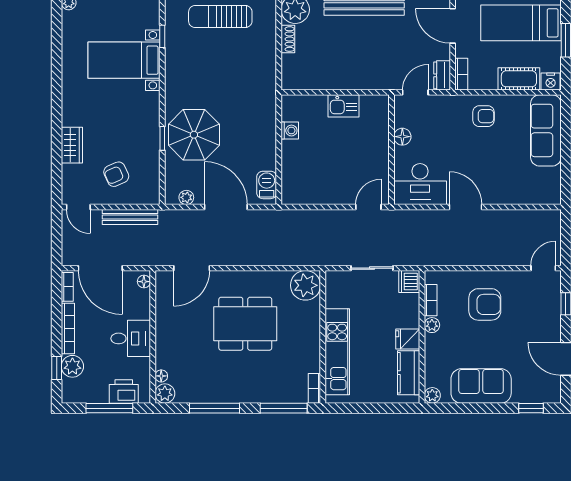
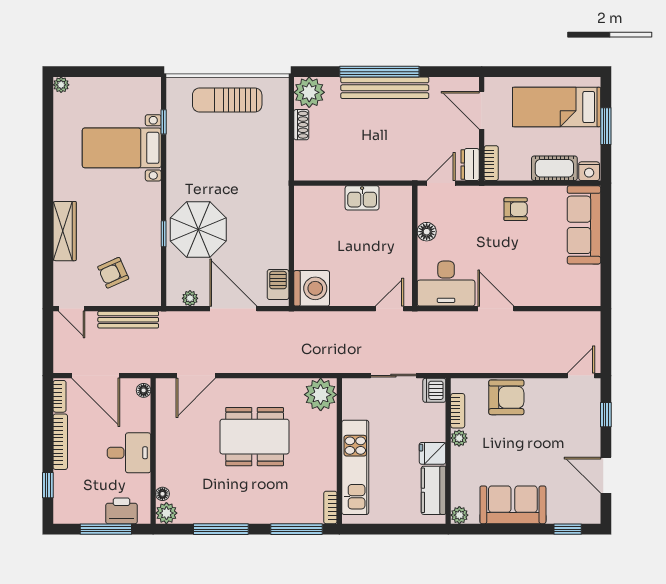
washing machine: (290, 131) -> (312, 288), moved, width x1.89, depth x1.89
wardrobe: (72, 145) -> (65, 231), width x1.50
armchair: (485, 304) -> (506, 397), moved
plant: (72, 366) -> (65, 483), removed

